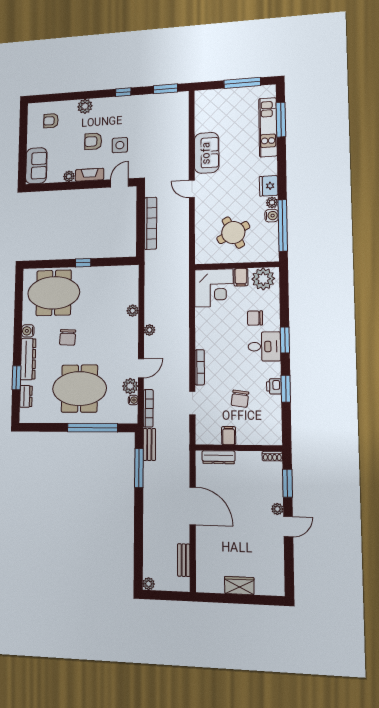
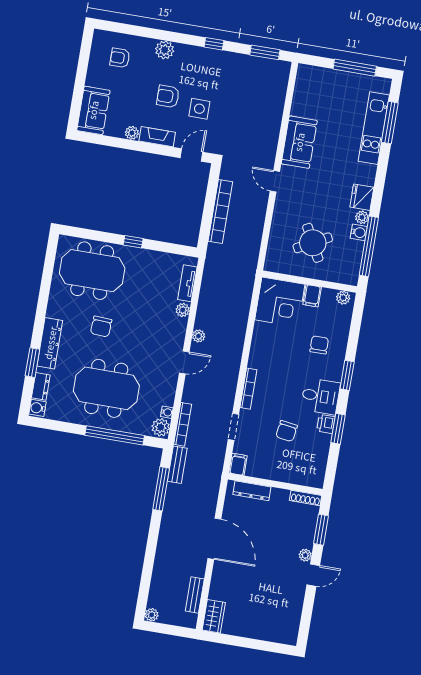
plant: (263, 279) -> (343, 298), width x0.53, depth x0.53
tv unit: (133, 288) -> (187, 283), added
chair: (255, 318) -> (319, 345), turned 90
water cooler: (28, 331) -> (37, 408), moved
desk: (264, 347) -> (320, 396), moved
door: (141, 368) -> (184, 362), moved
plant: (130, 386) -> (161, 427), moved
filing cabinet: (229, 436) -> (238, 464), moved
shoe rack: (272, 456) -> (306, 498), width x1.43
wardrobe: (239, 586) -> (214, 616), moved, turned 90

